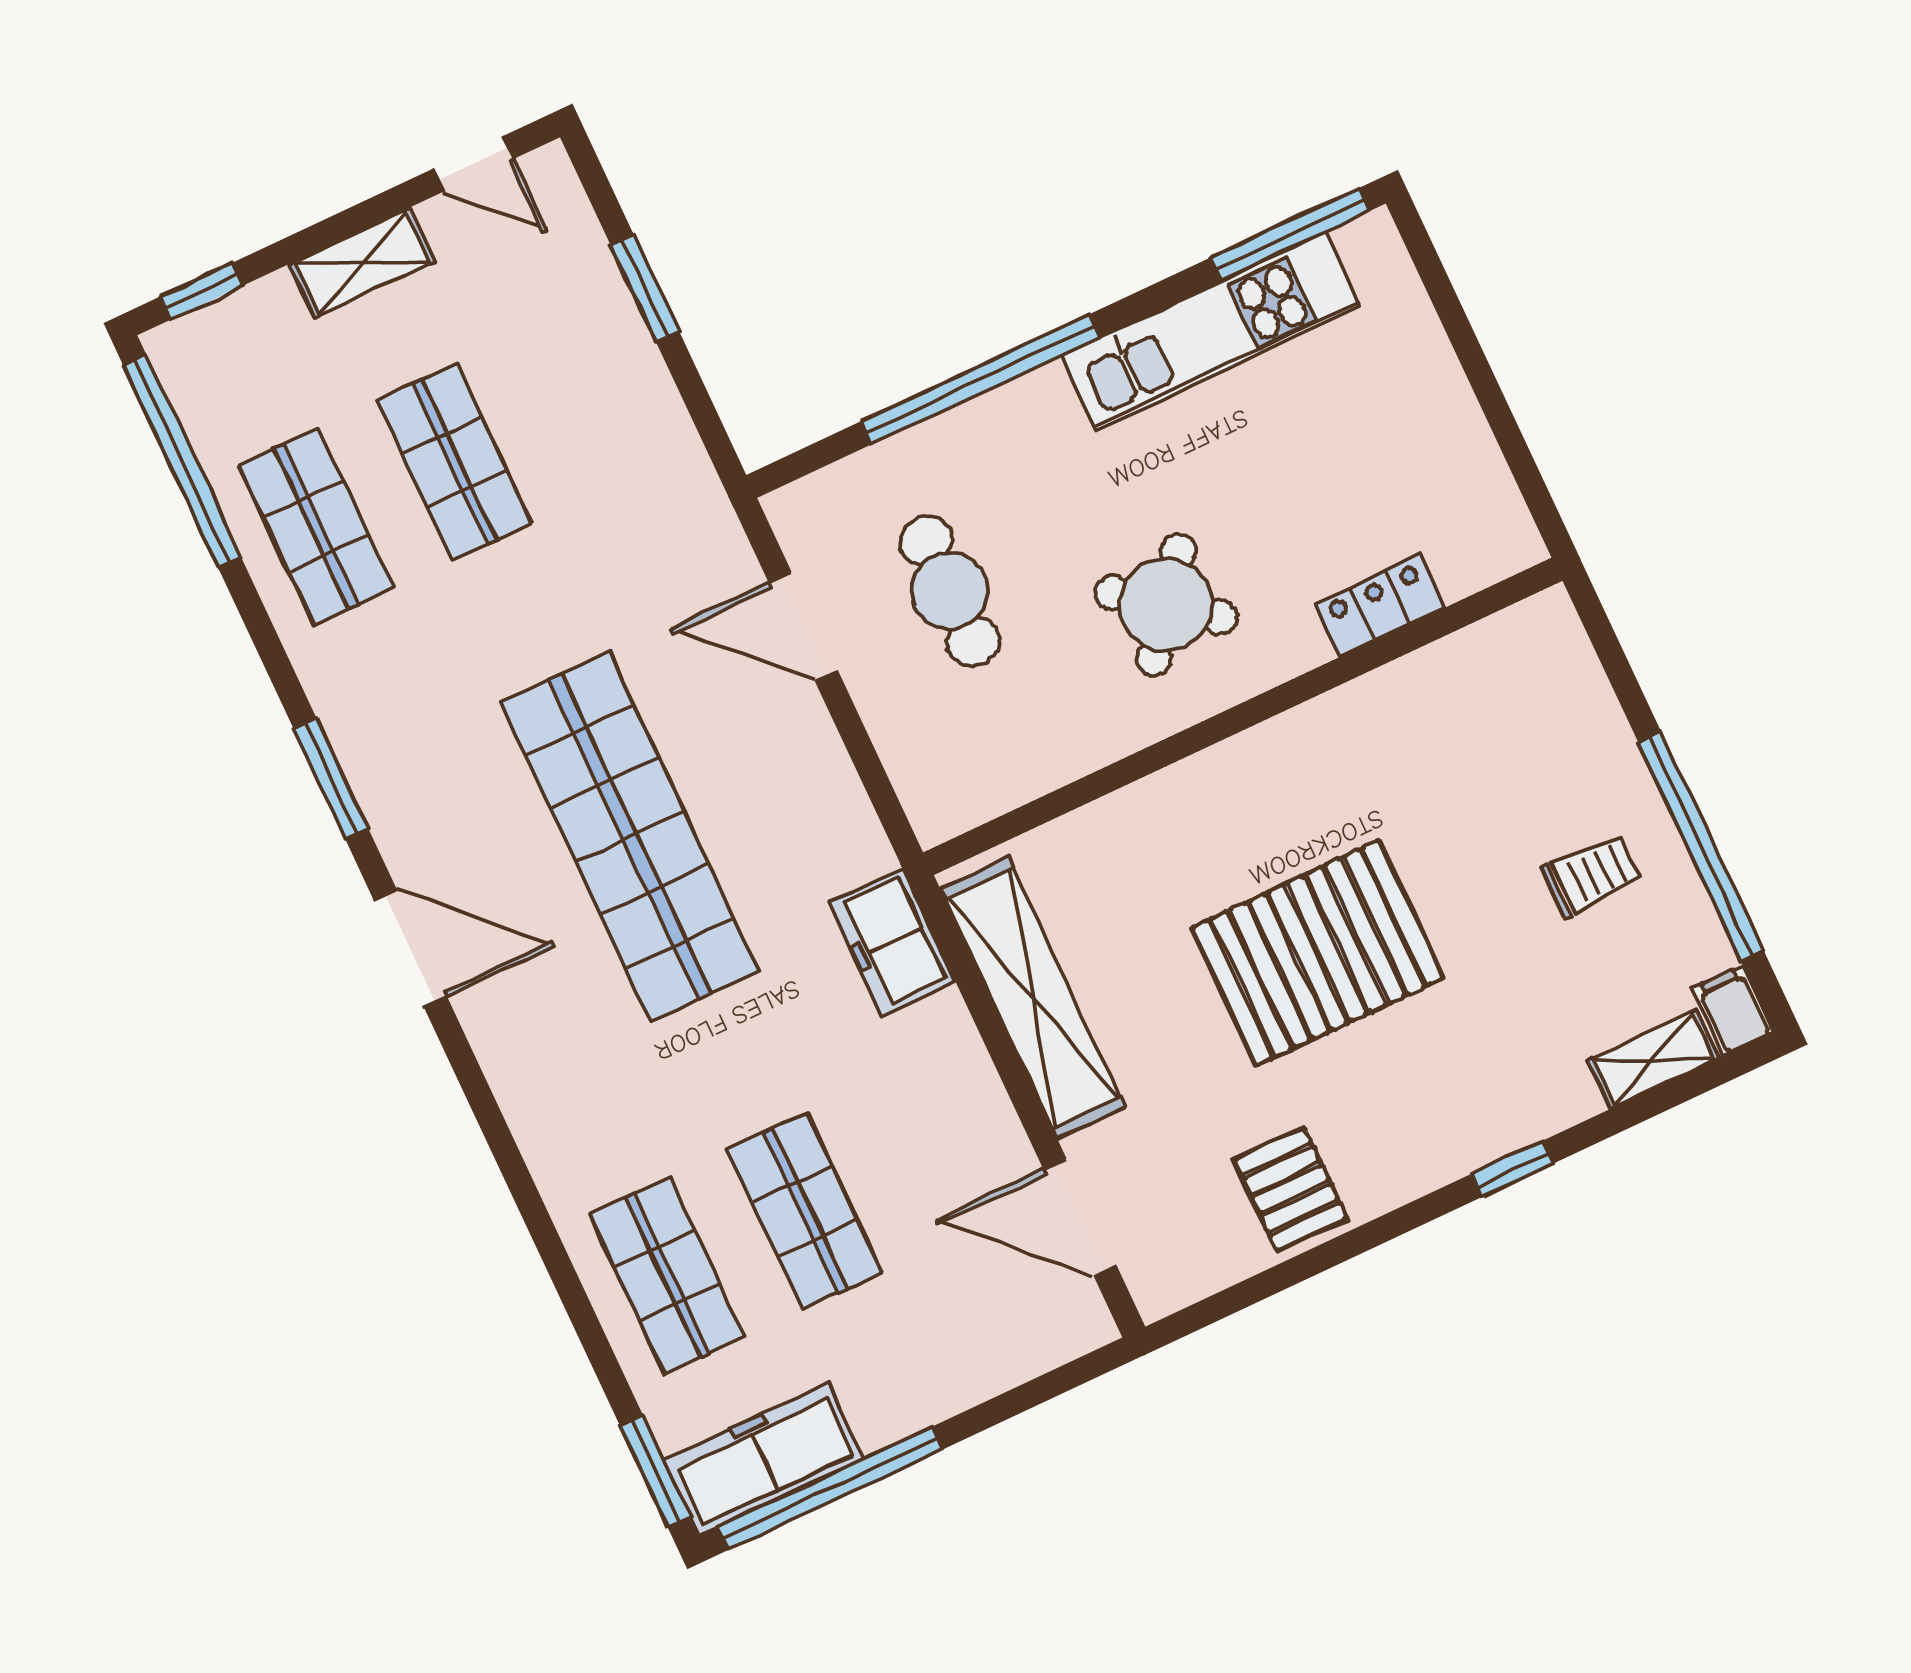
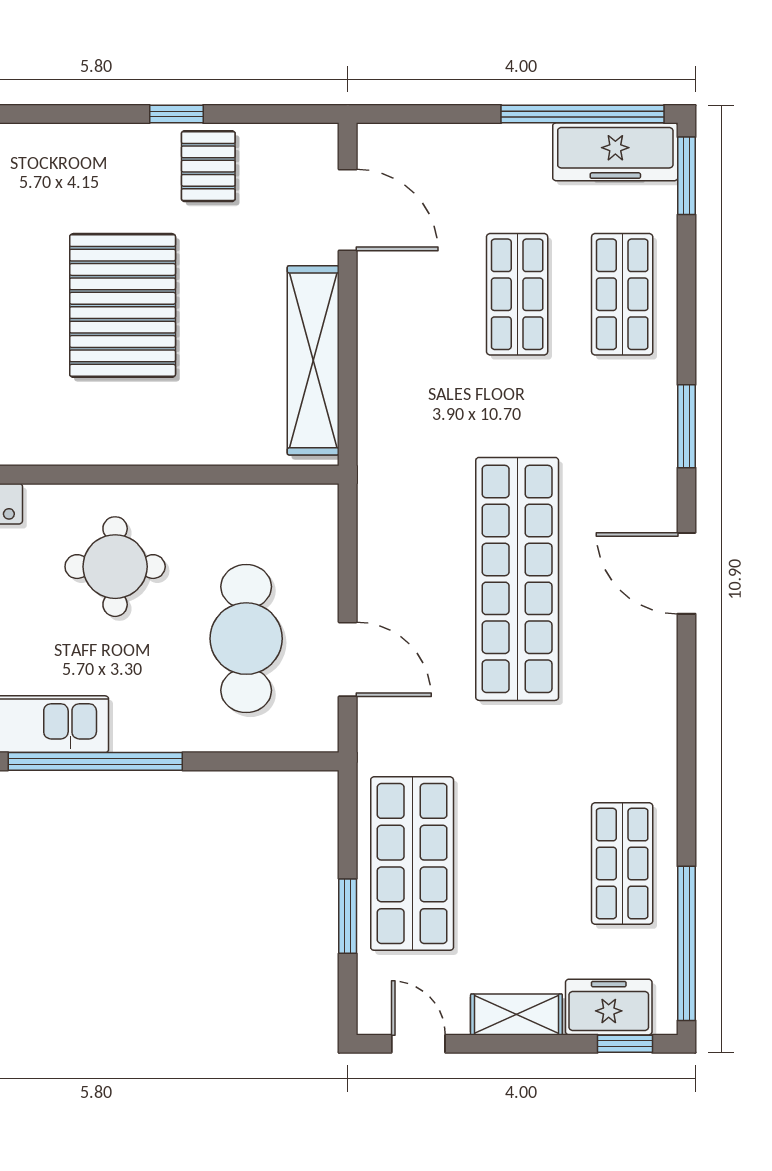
window: (981, 379) -> (95, 761), moved
shop shelf: (454, 462) -> (412, 864), moved, width x1.43, depth x1.36
cafe table: (950, 591) -> (246, 639), width x1.37, depth x1.35
round table: (1166, 605) -> (115, 567), turned -38
window: (331, 779) -> (687, 426), moved
freezer: (892, 942) -> (609, 1007), moved, turned -90
pallet: (1317, 953) -> (123, 305), turned 90
window: (1513, 1169) -> (176, 114), moved

